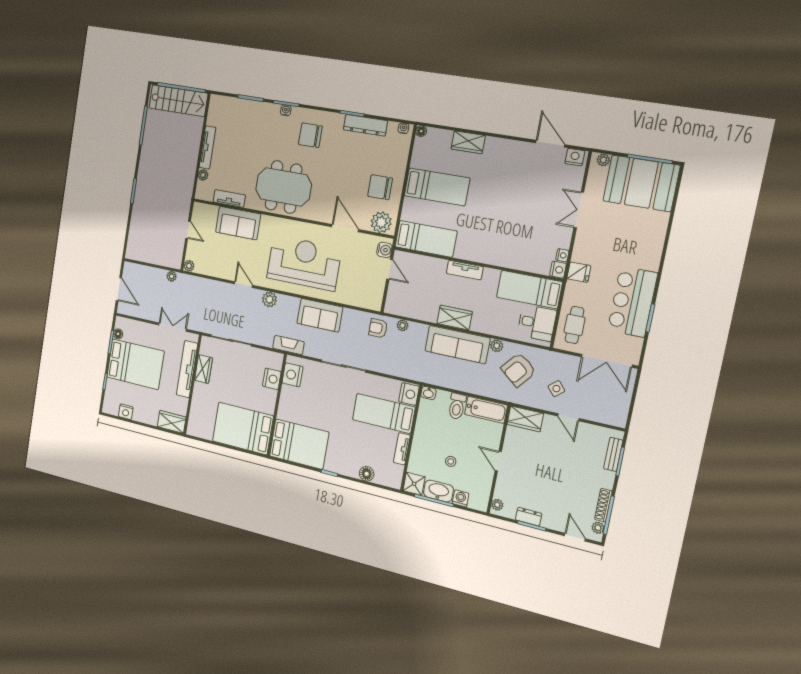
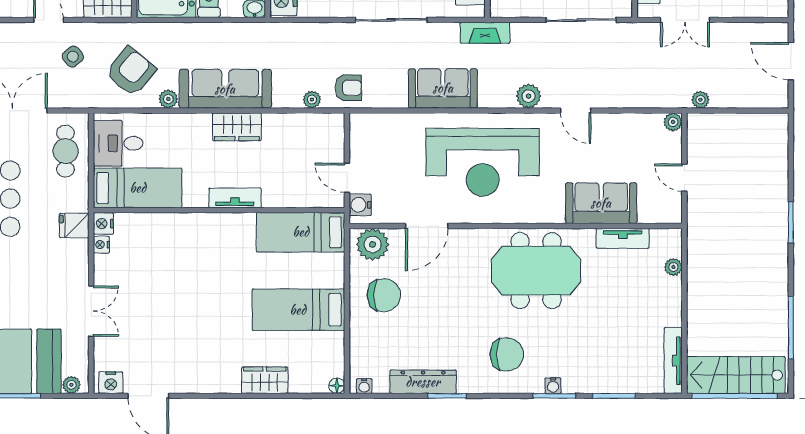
tv unit: (207, 147) -> (673, 361), moved
door: (345, 228) -> (427, 226), hinge flipped

